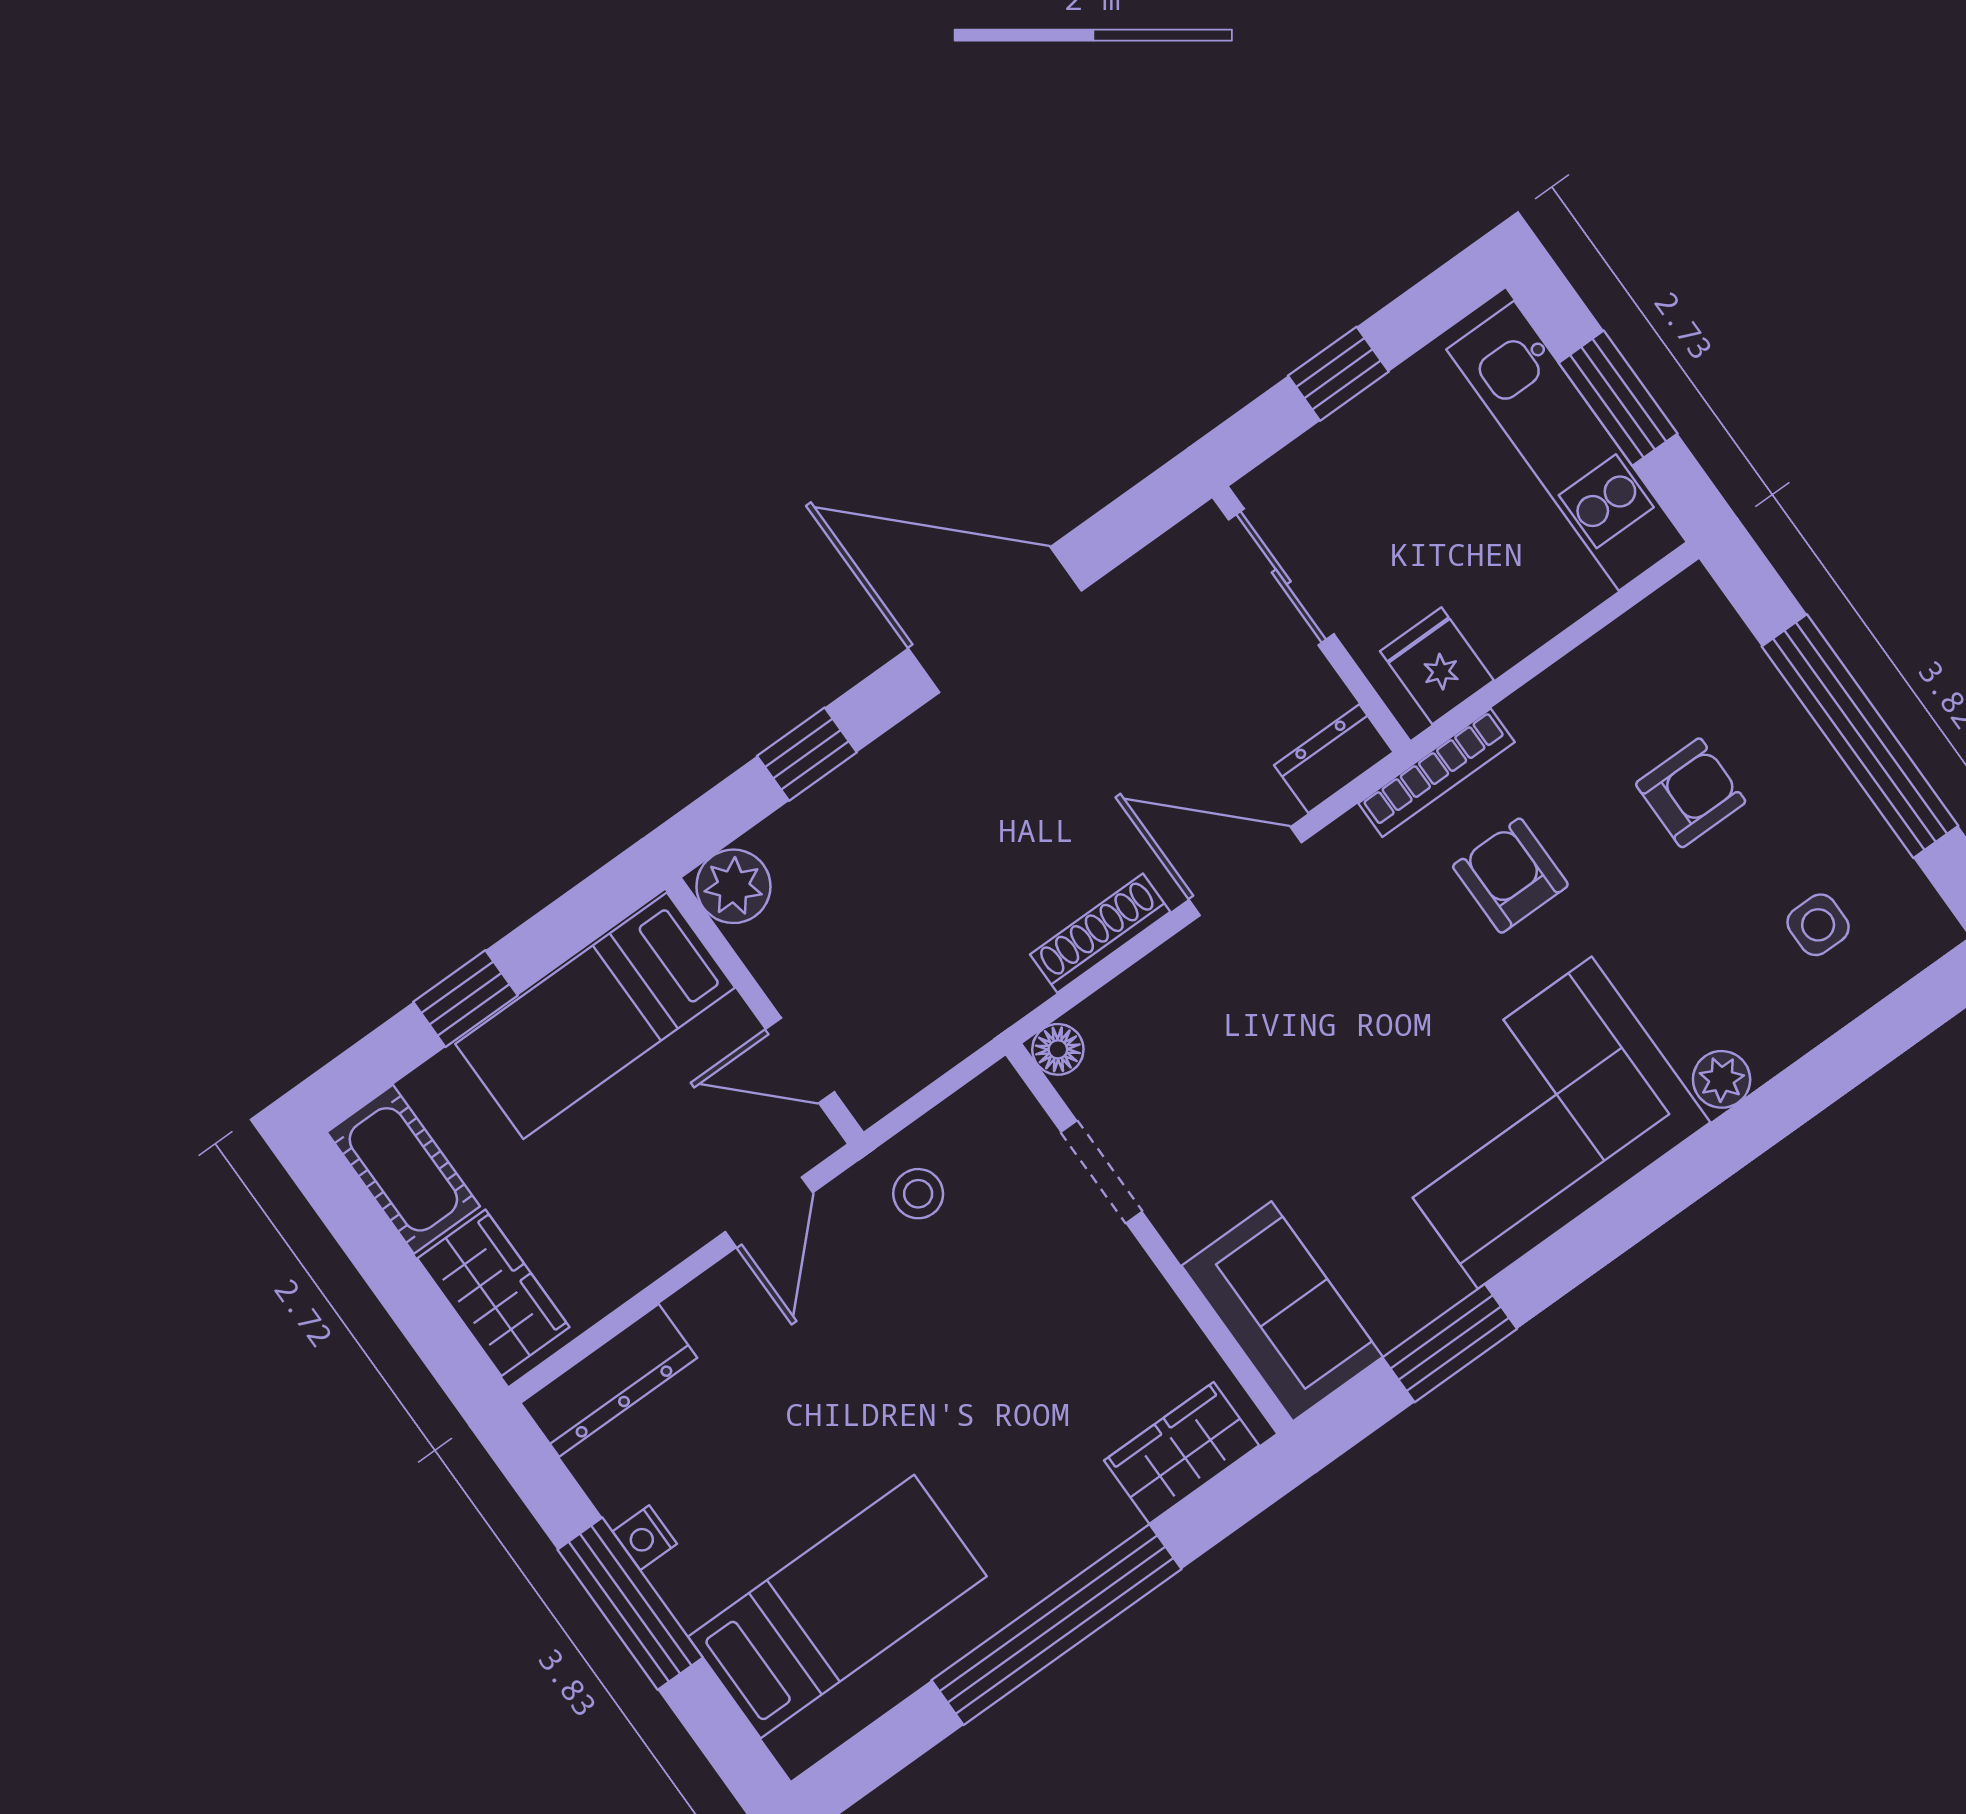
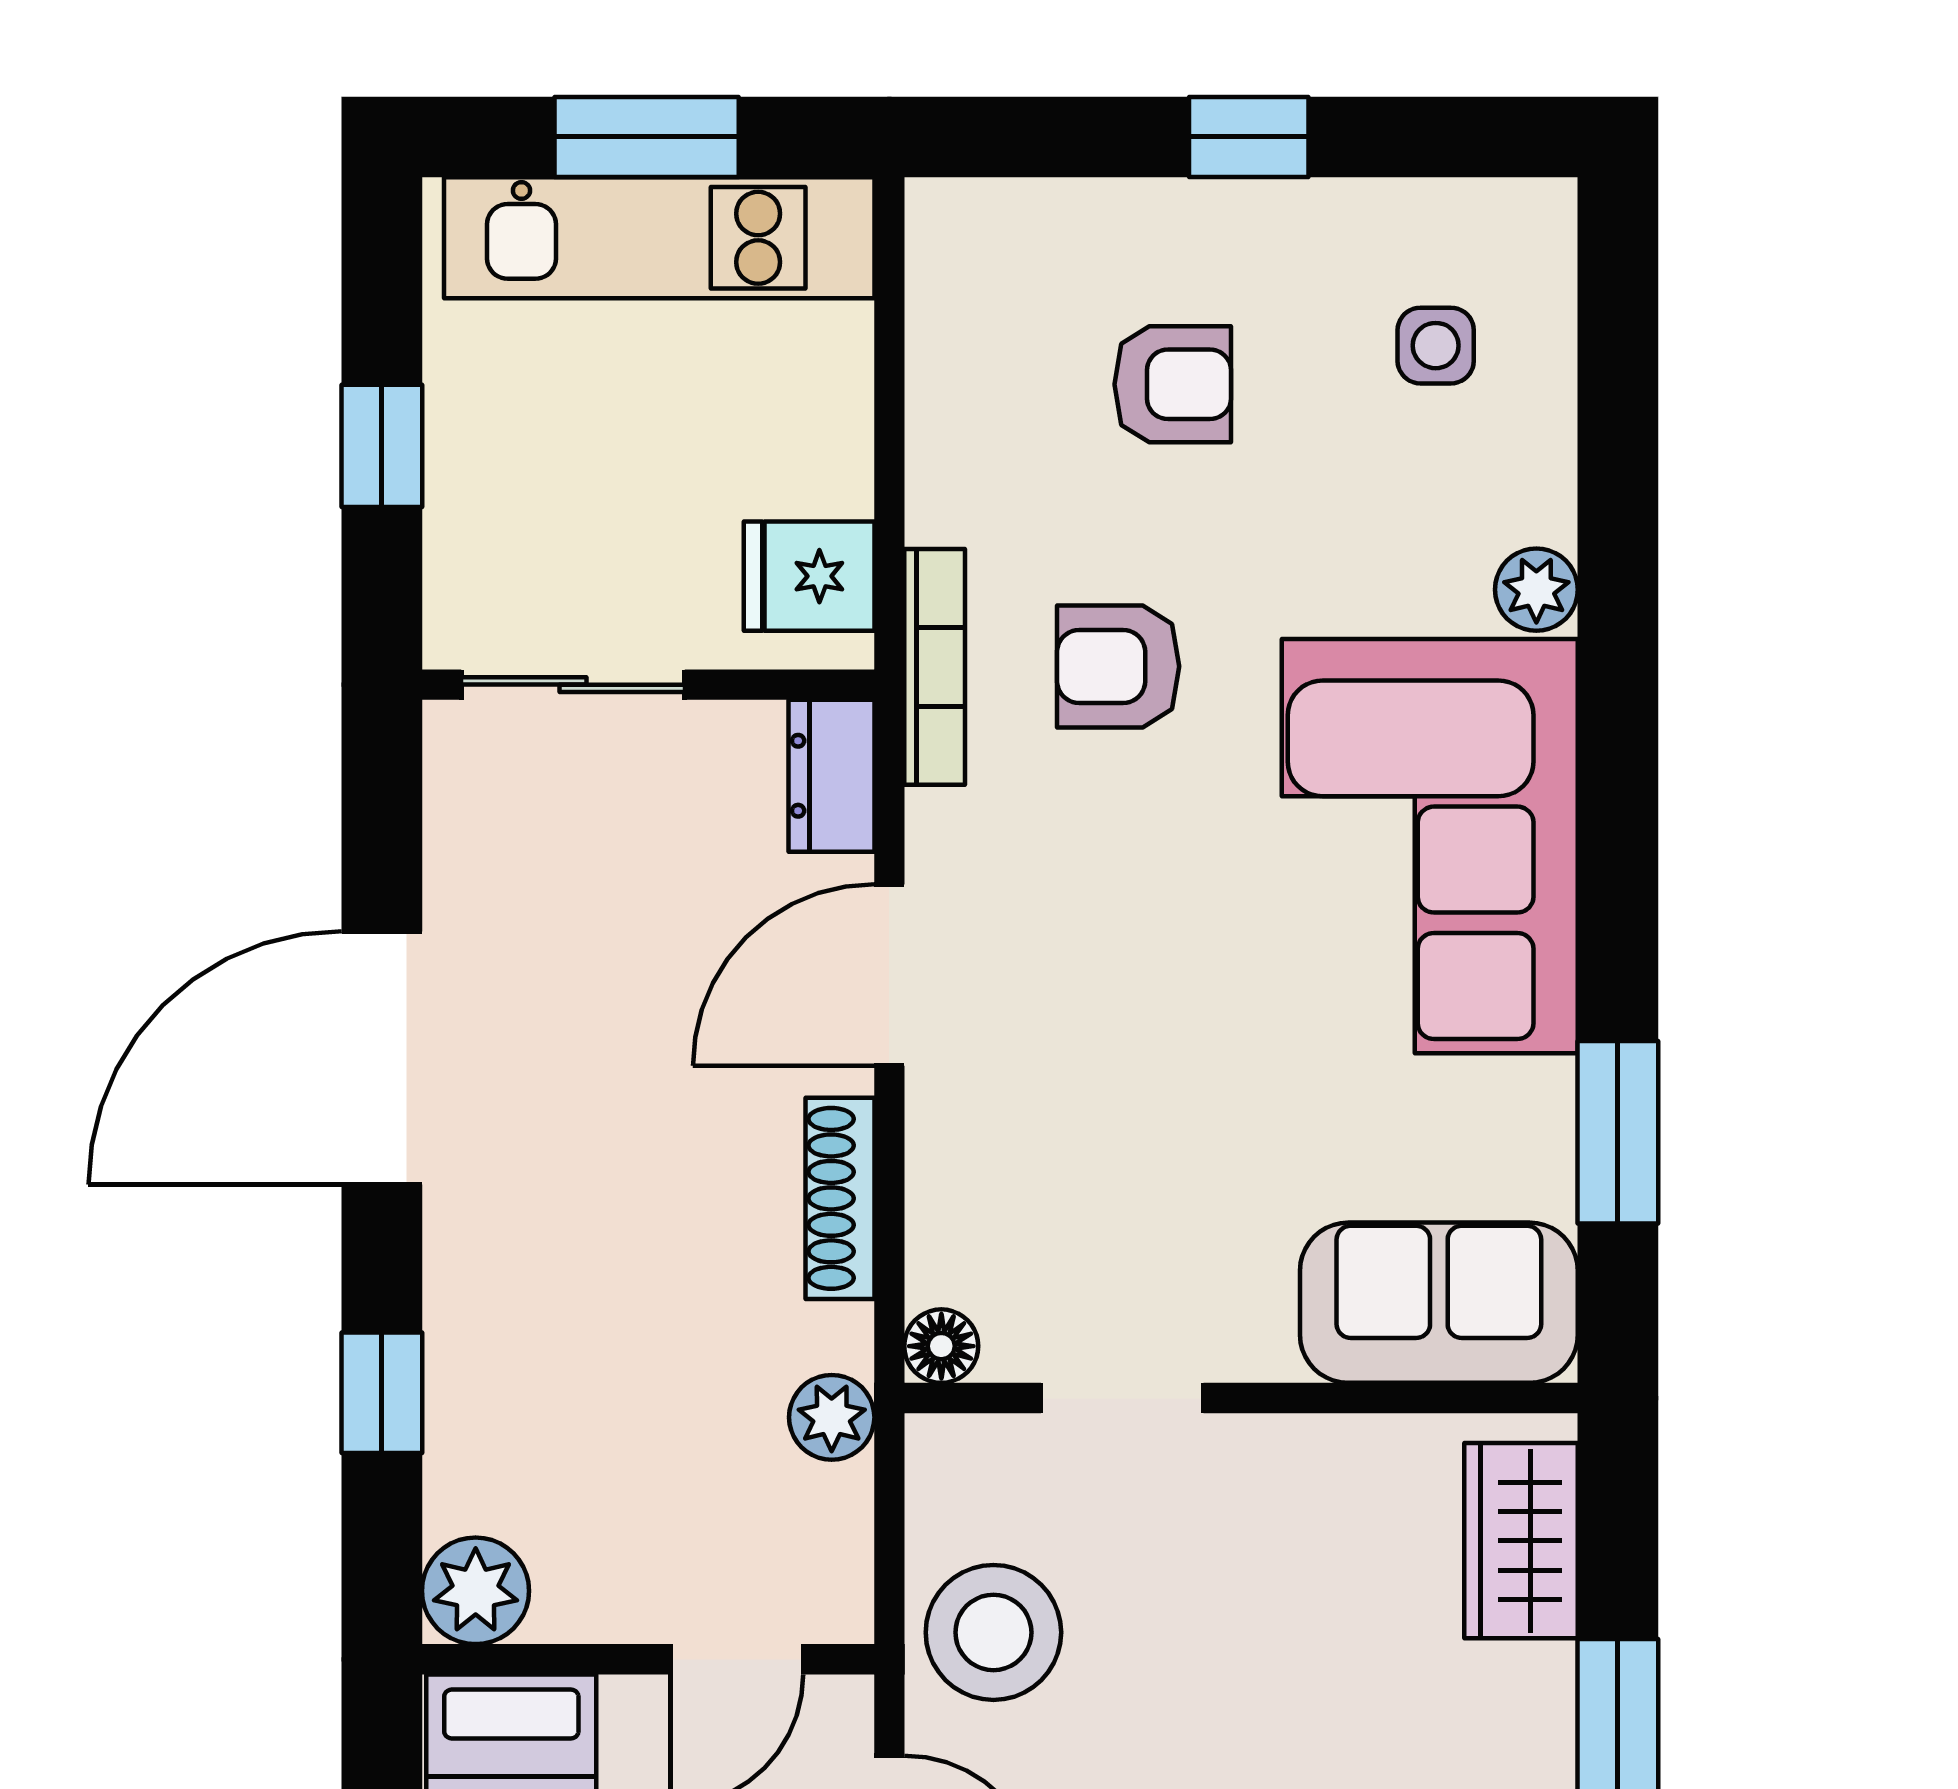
window: (1860, 736) -> (1249, 137), width x0.32
armchair: (1691, 793) -> (1173, 384), turned 90
plant: (974, 1016) -> (832, 1417), added
stool: (918, 1194) -> (993, 1632), width x1.89, depth x1.89

